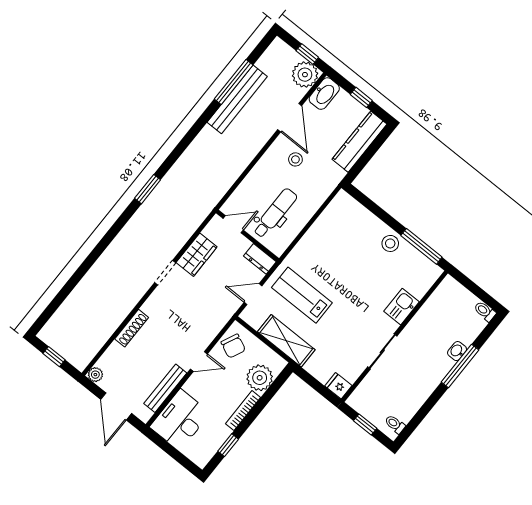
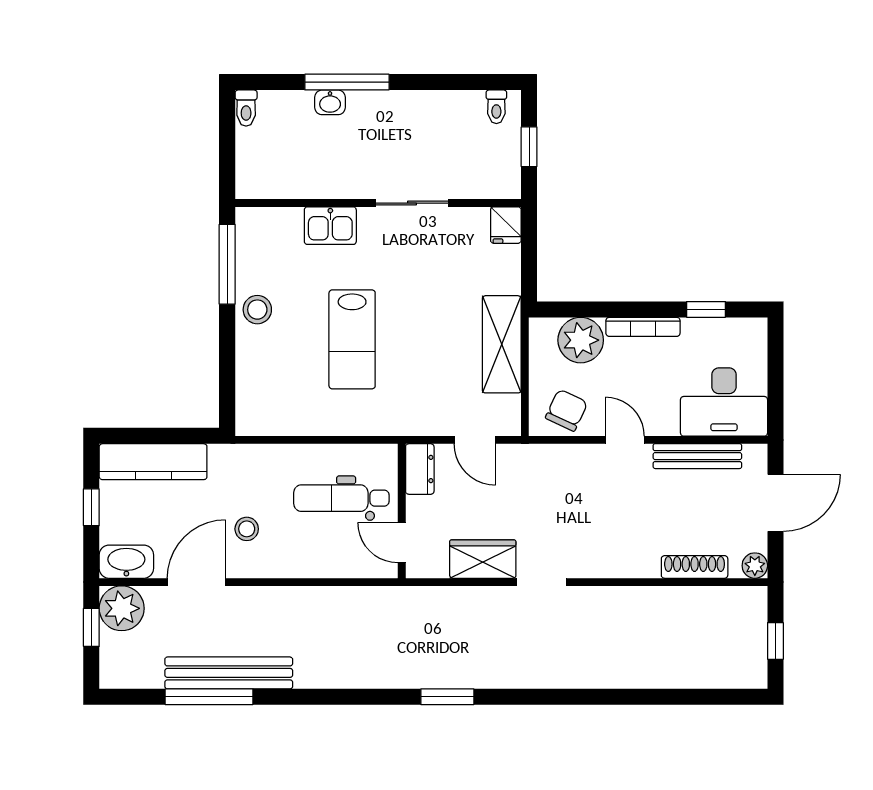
lab bench: (302, 295) -> (352, 339), moved
shoe rack: (132, 328) -> (695, 567), moved

